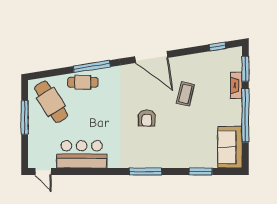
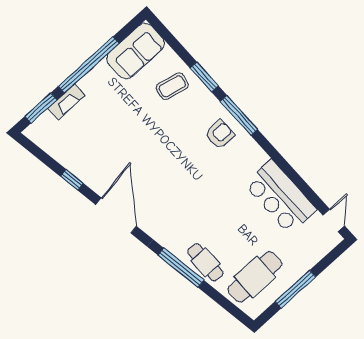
window: (218, 46) -> (72, 180), moved
coffee table: (185, 94) -> (172, 86), moved
cafe table: (51, 102) -> (255, 277), turned 32
armchair: (147, 118) -> (220, 134), moved
window: (201, 172) -> (204, 77), moved

